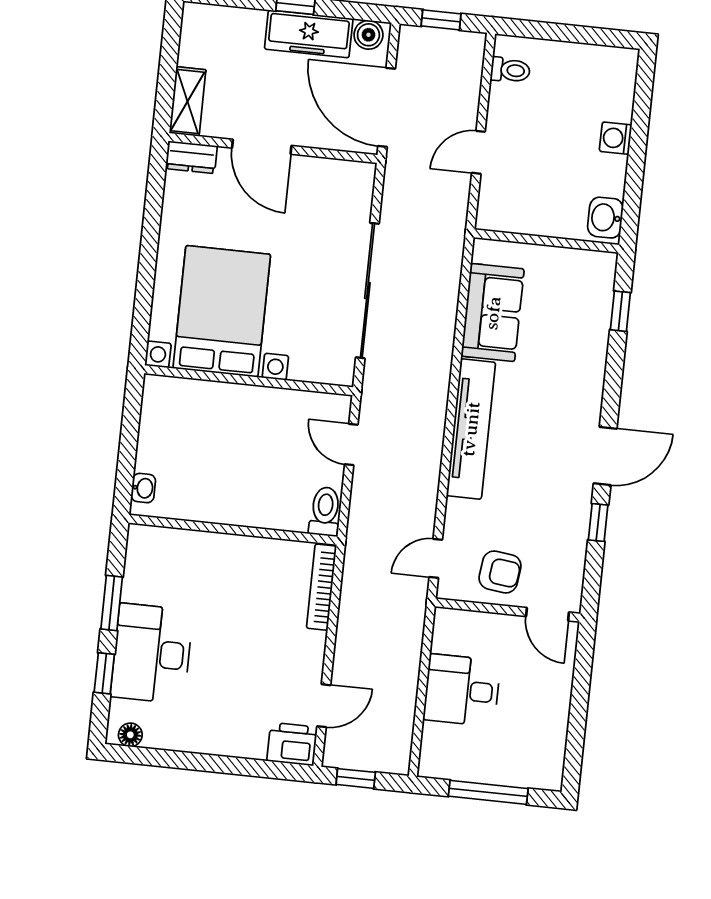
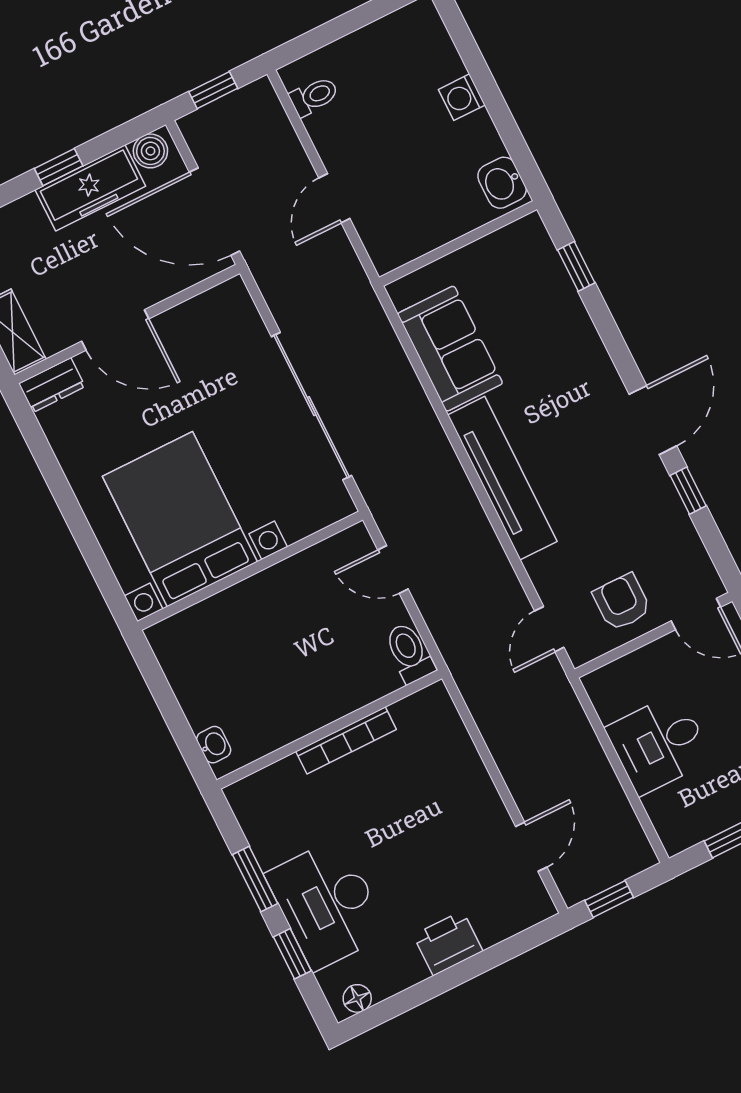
armchair: (500, 572) -> (622, 602), turned -97
bookcase: (321, 587) -> (346, 740), moved, turned -90
printer: (292, 744) -> (448, 943), moved

